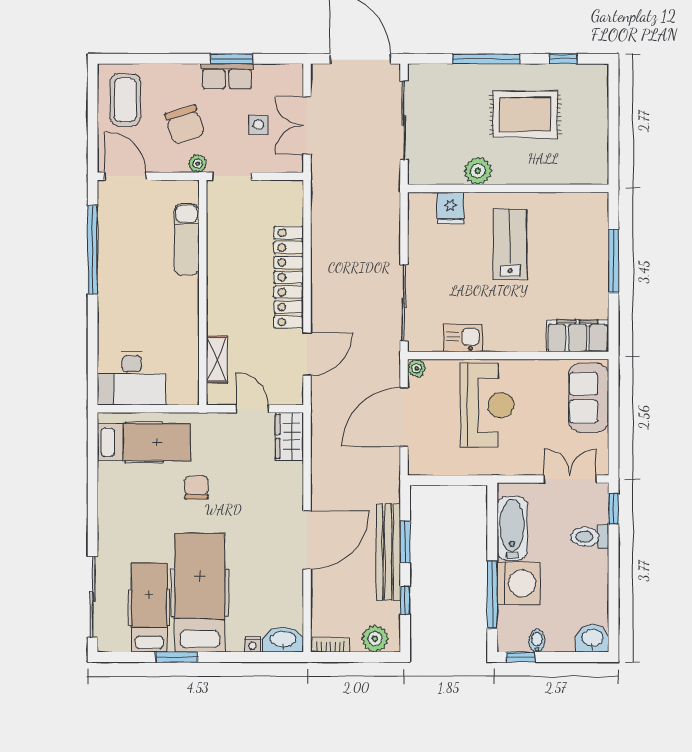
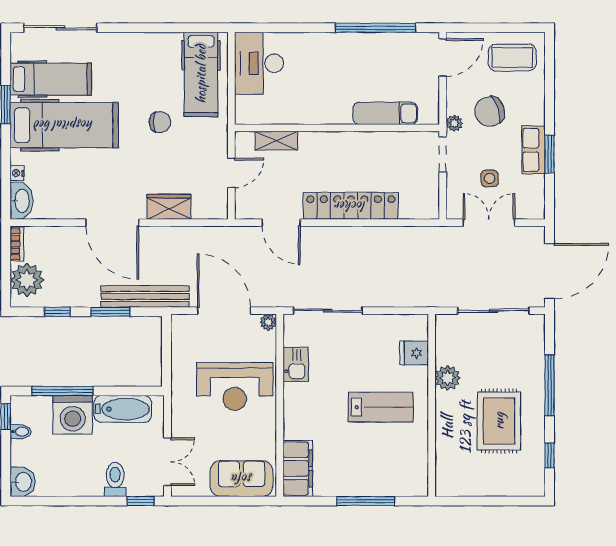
wardrobe: (289, 436) -> (169, 207), moved
bench: (388, 552) -> (145, 296), moved
plant: (375, 639) -> (27, 280), width x1.36, depth x1.36

